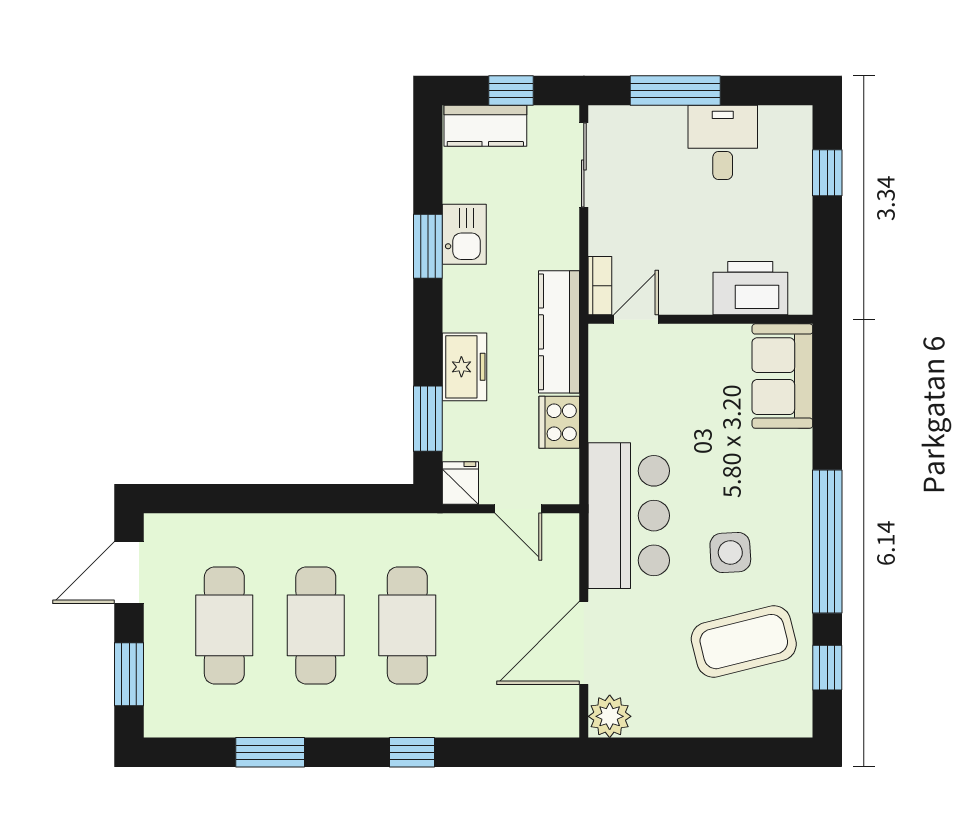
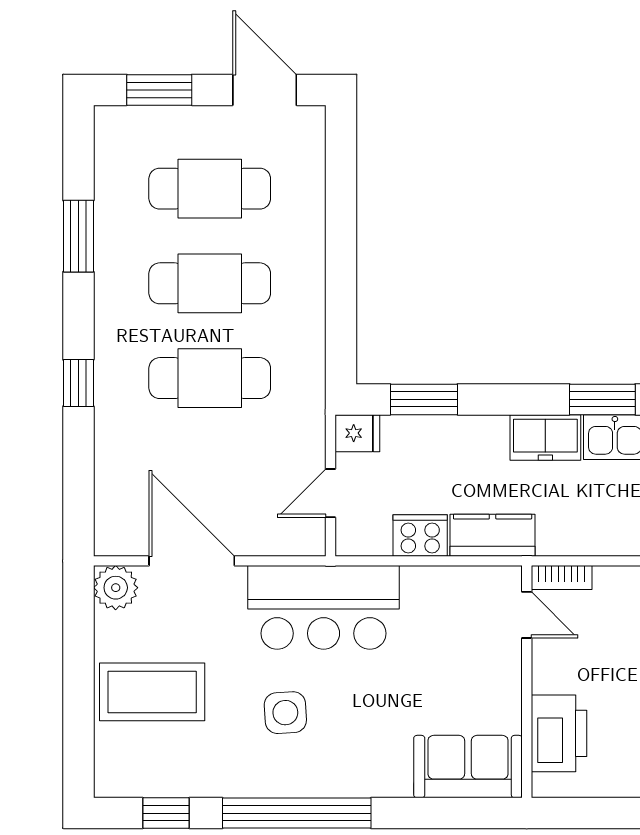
kitchen counter: (559, 332) -> (493, 535), width x0.67
freezer: (465, 367) -> (545, 437), moved
coffee table: (744, 642) -> (152, 692), moved, turned -76

